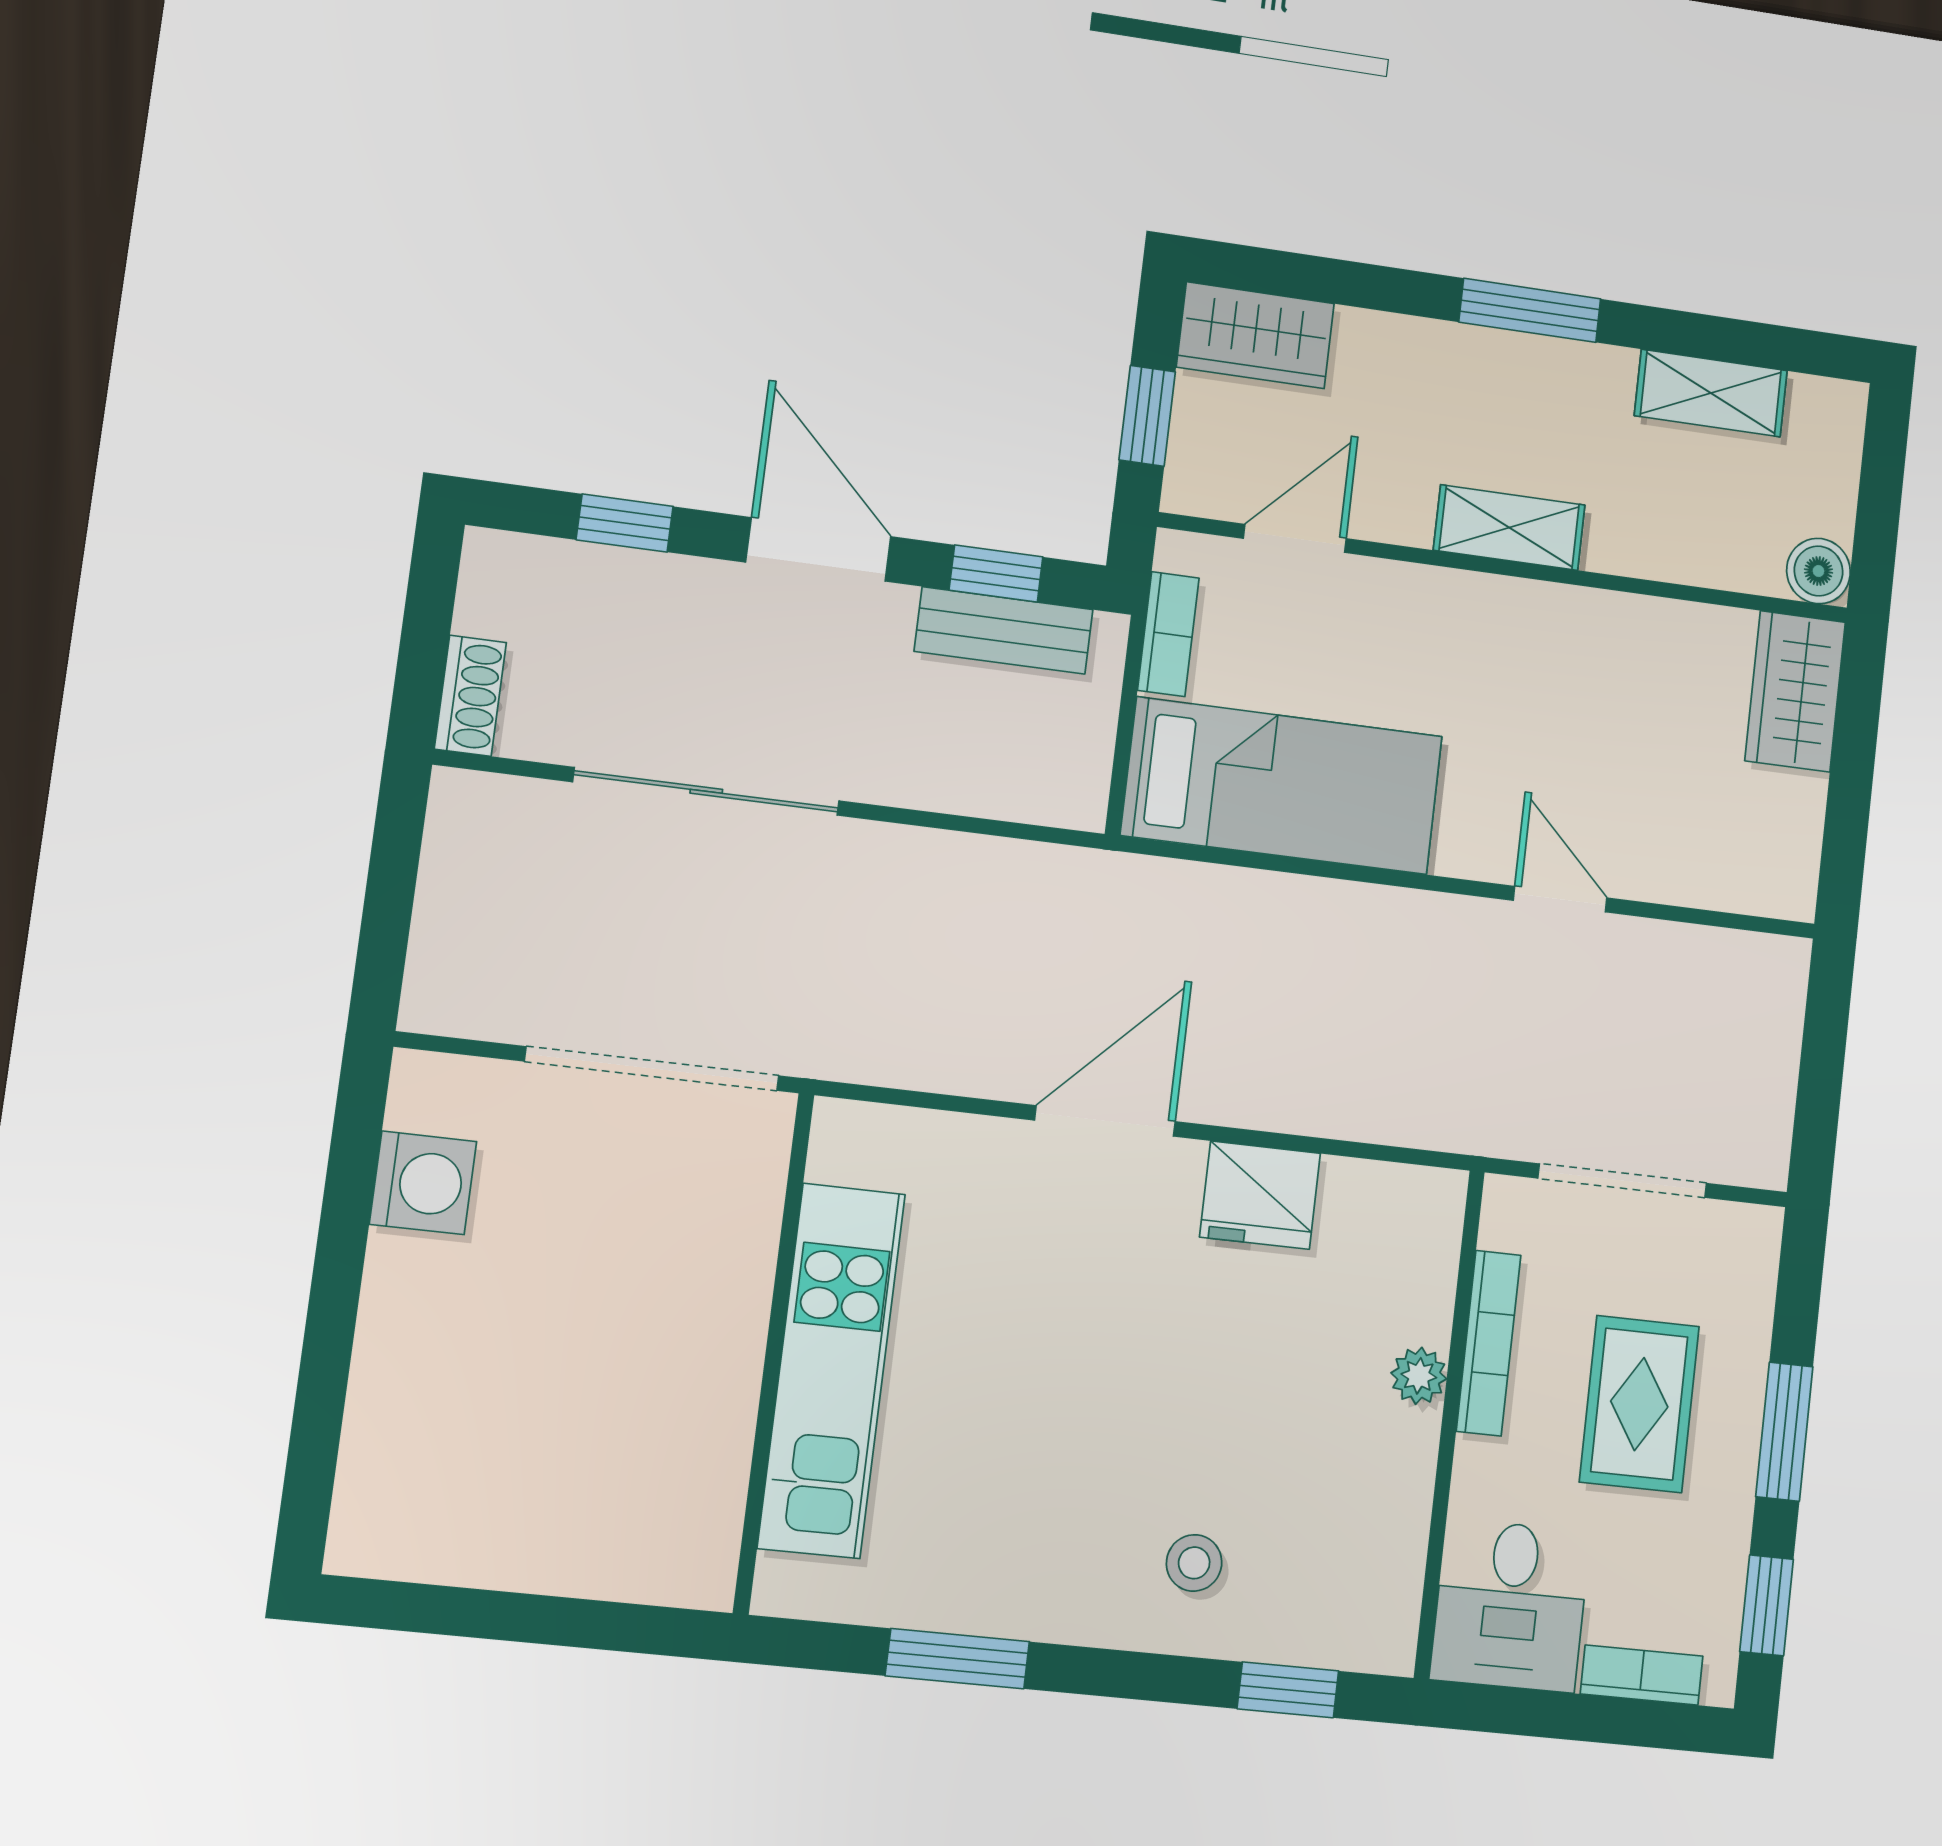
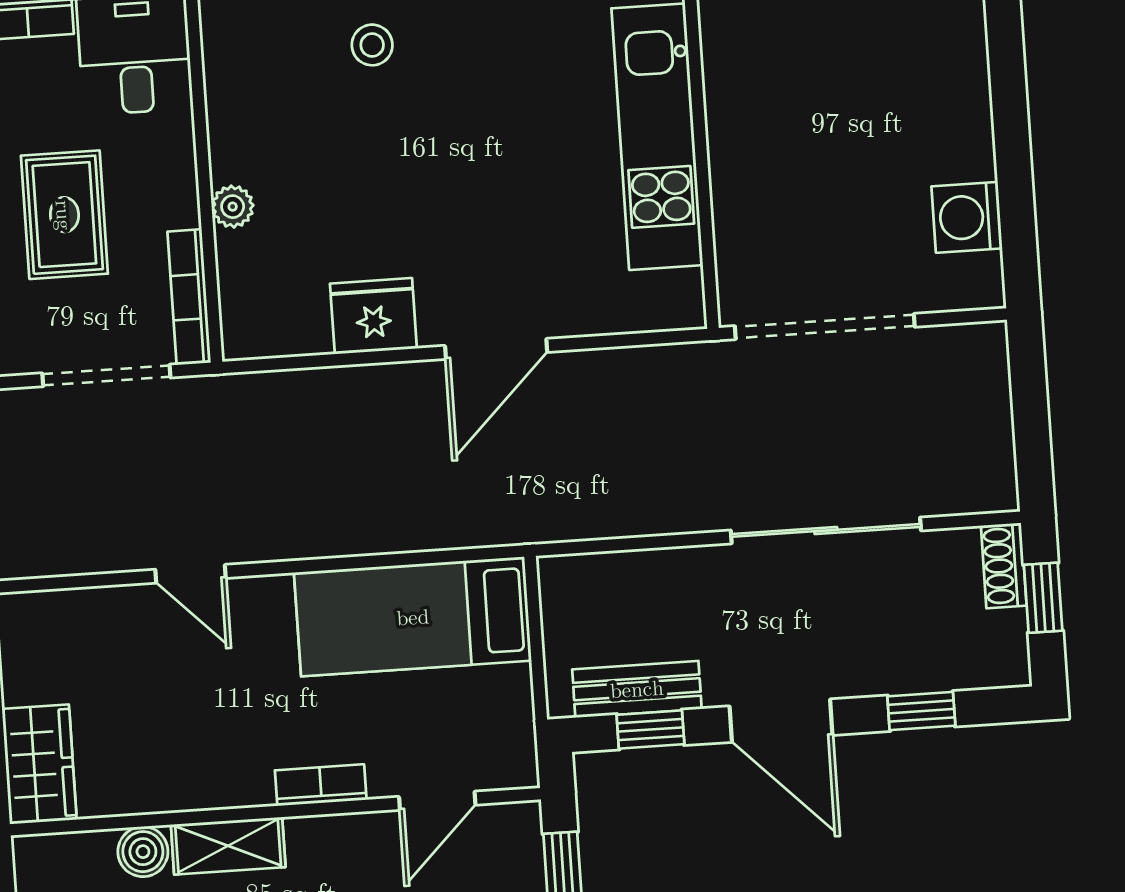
shelving: (1509, 528) -> (228, 846), moved
boiler: (1818, 571) -> (143, 852), moved
bookcase: (1168, 634) -> (321, 785), moved, turned 90
window: (425, 641) -> (1043, 598), added
bookcase: (1489, 1343) -> (189, 297), moved

